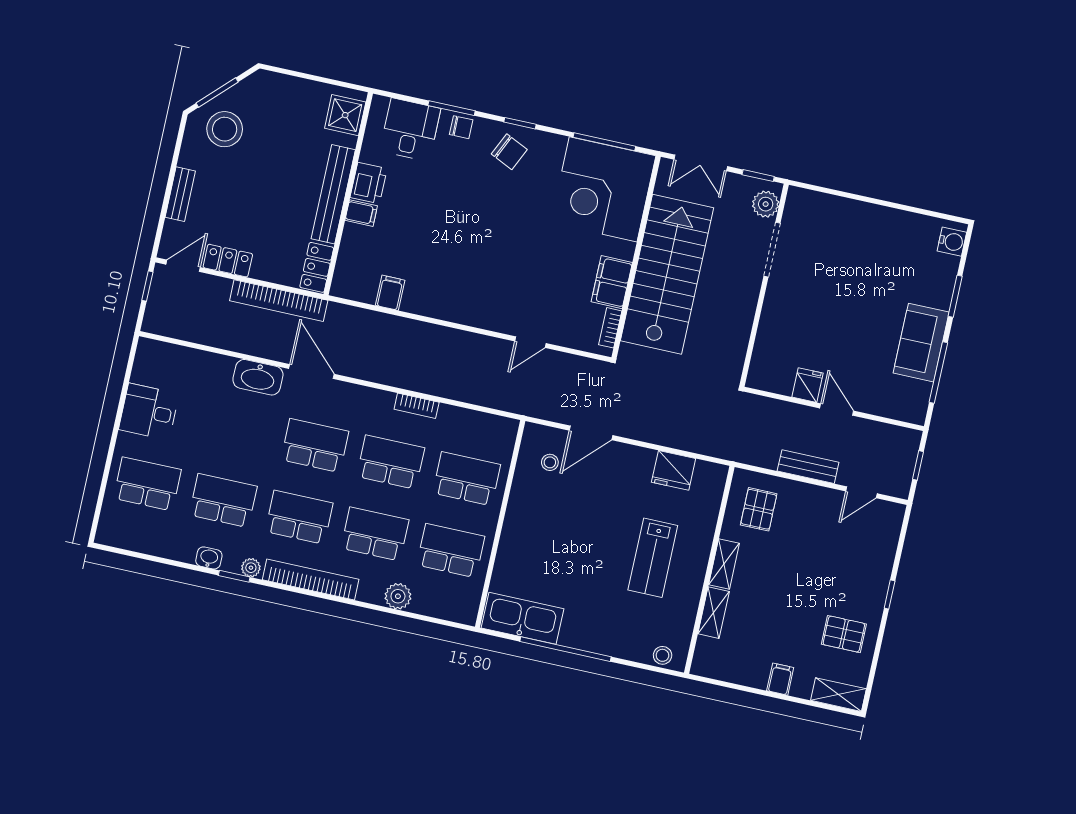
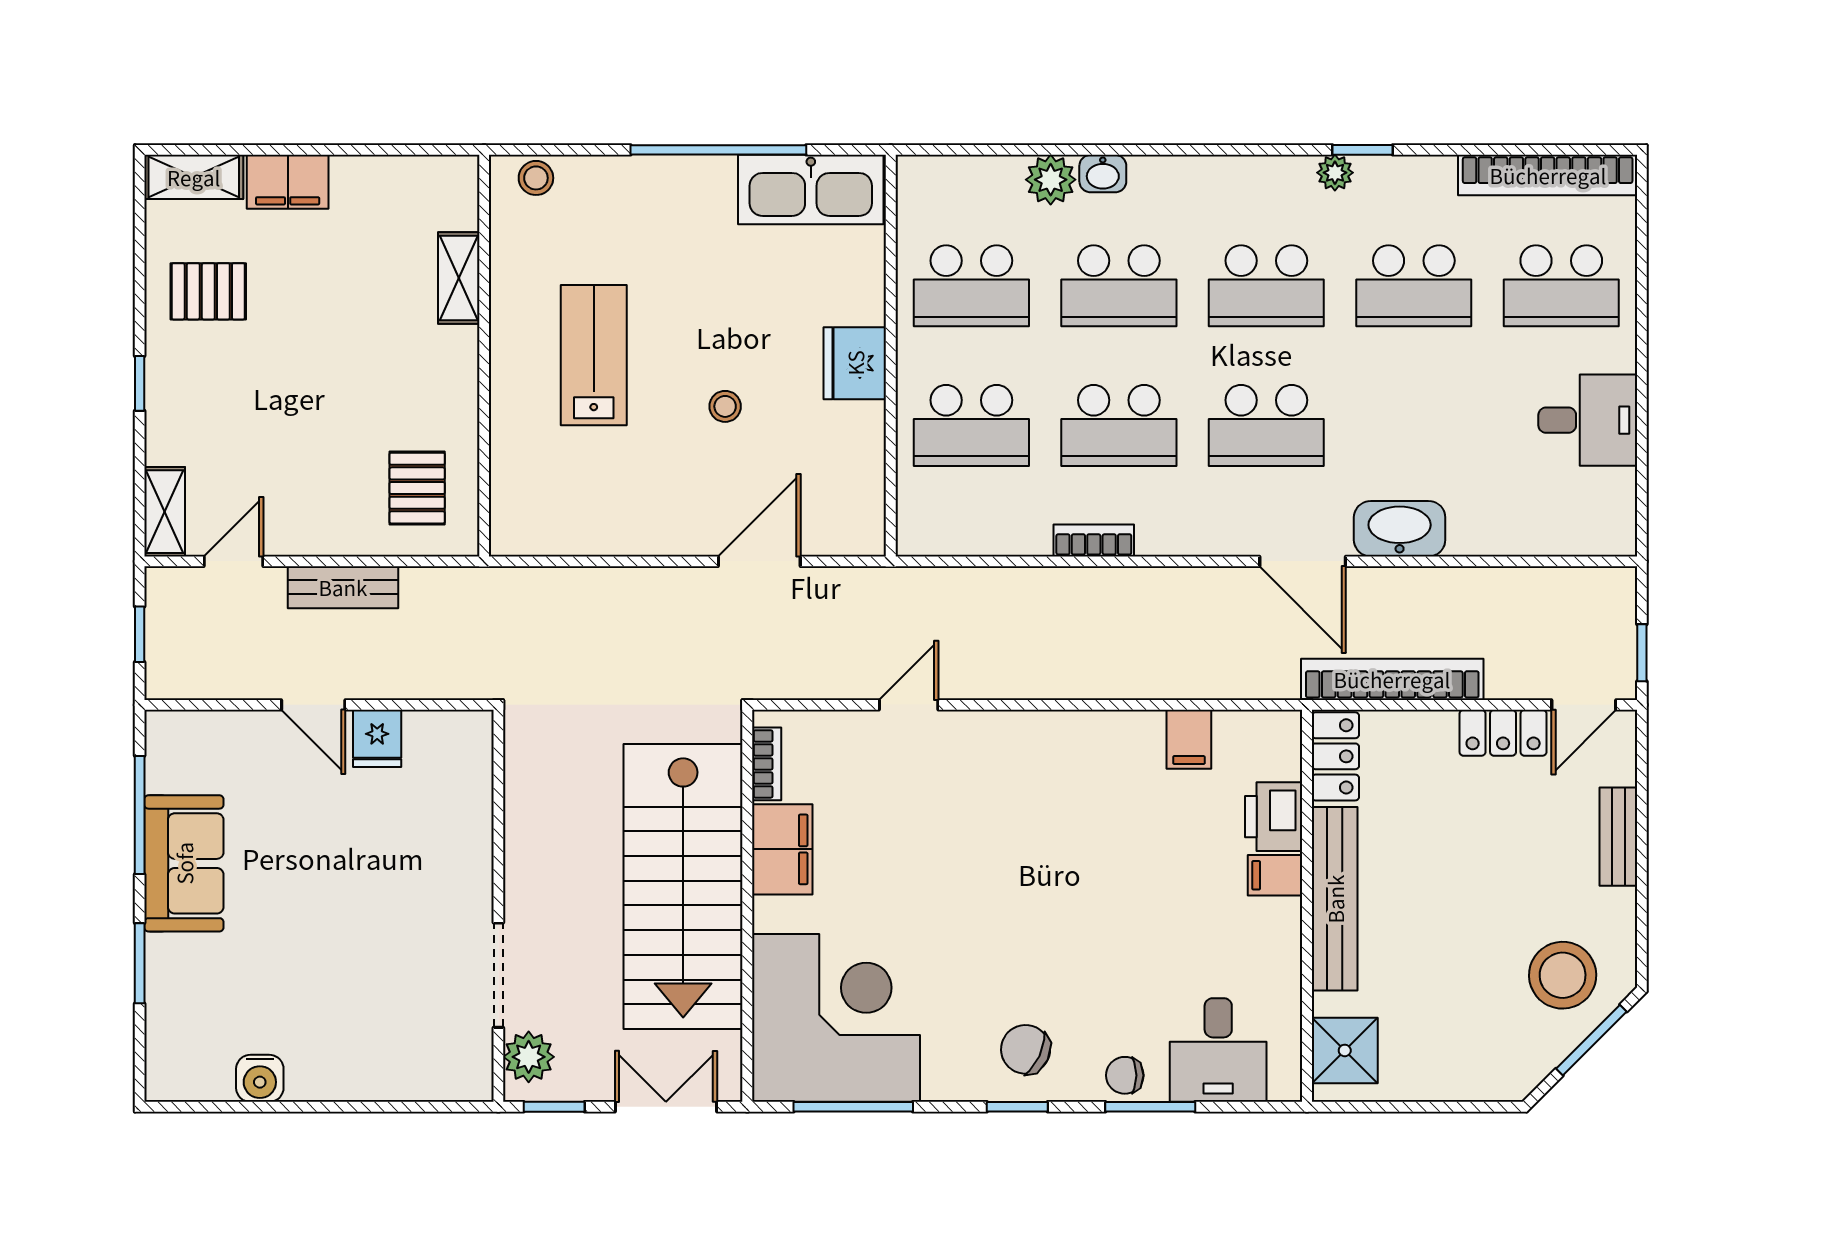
printer: (369, 183) -> (1274, 817), moved
water cooler: (952, 242) -> (260, 1078), moved, turned -90
stool: (550, 462) -> (725, 406), moved
fridge: (674, 470) -> (855, 363), moved, turned -90
washbasin: (209, 558) -> (1103, 174), moved
shelving: (724, 564) -> (165, 512), moved
bookcase: (311, 580) -> (1548, 175), moved
filing cabinet: (780, 679) -> (288, 182), width x2.00

